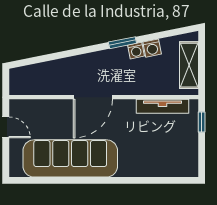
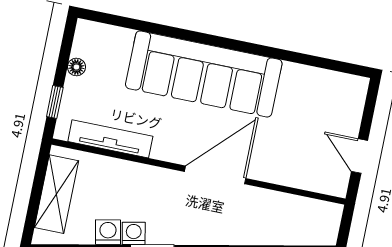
floor lamp: (193, 147) -> (76, 67), added
sofa: (70, 158) -> (204, 74), moved

